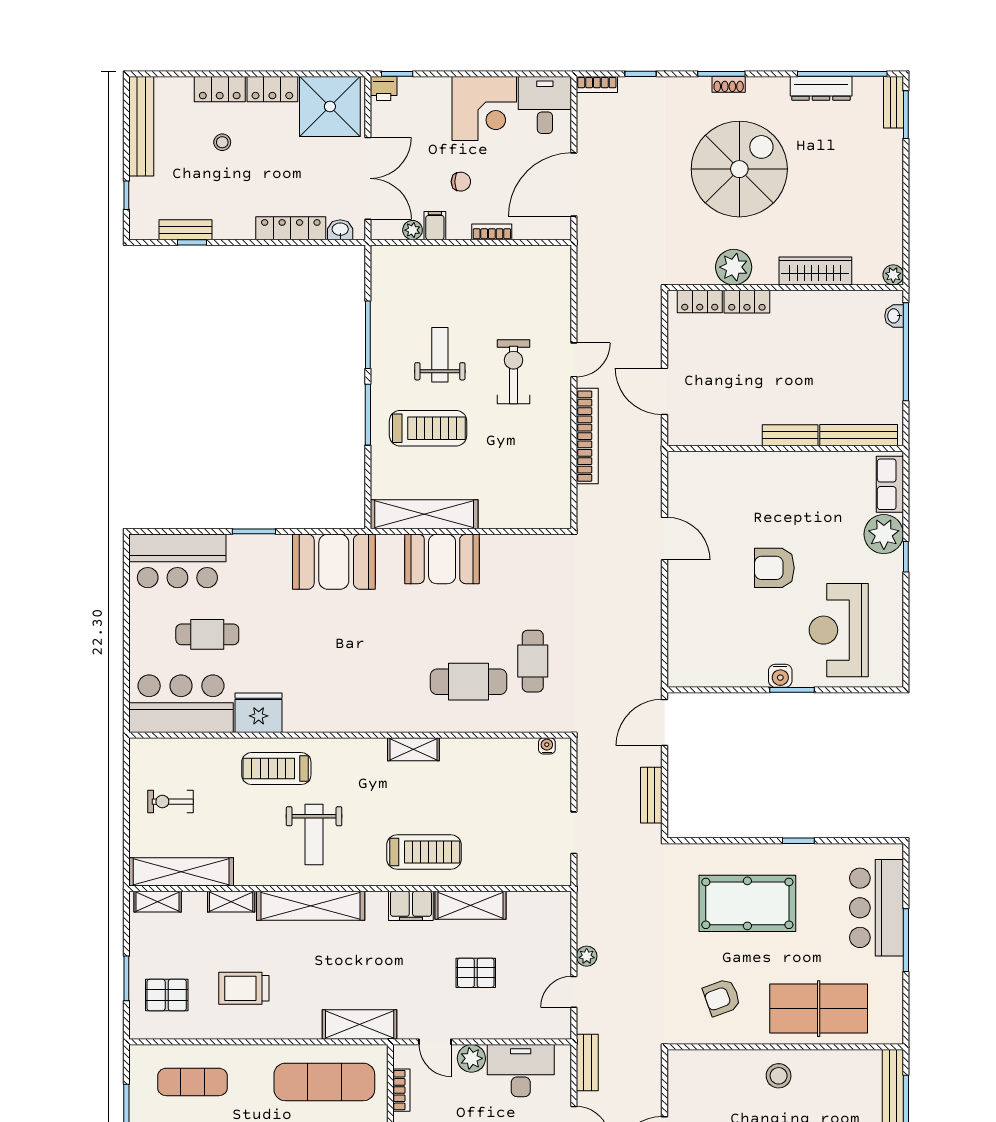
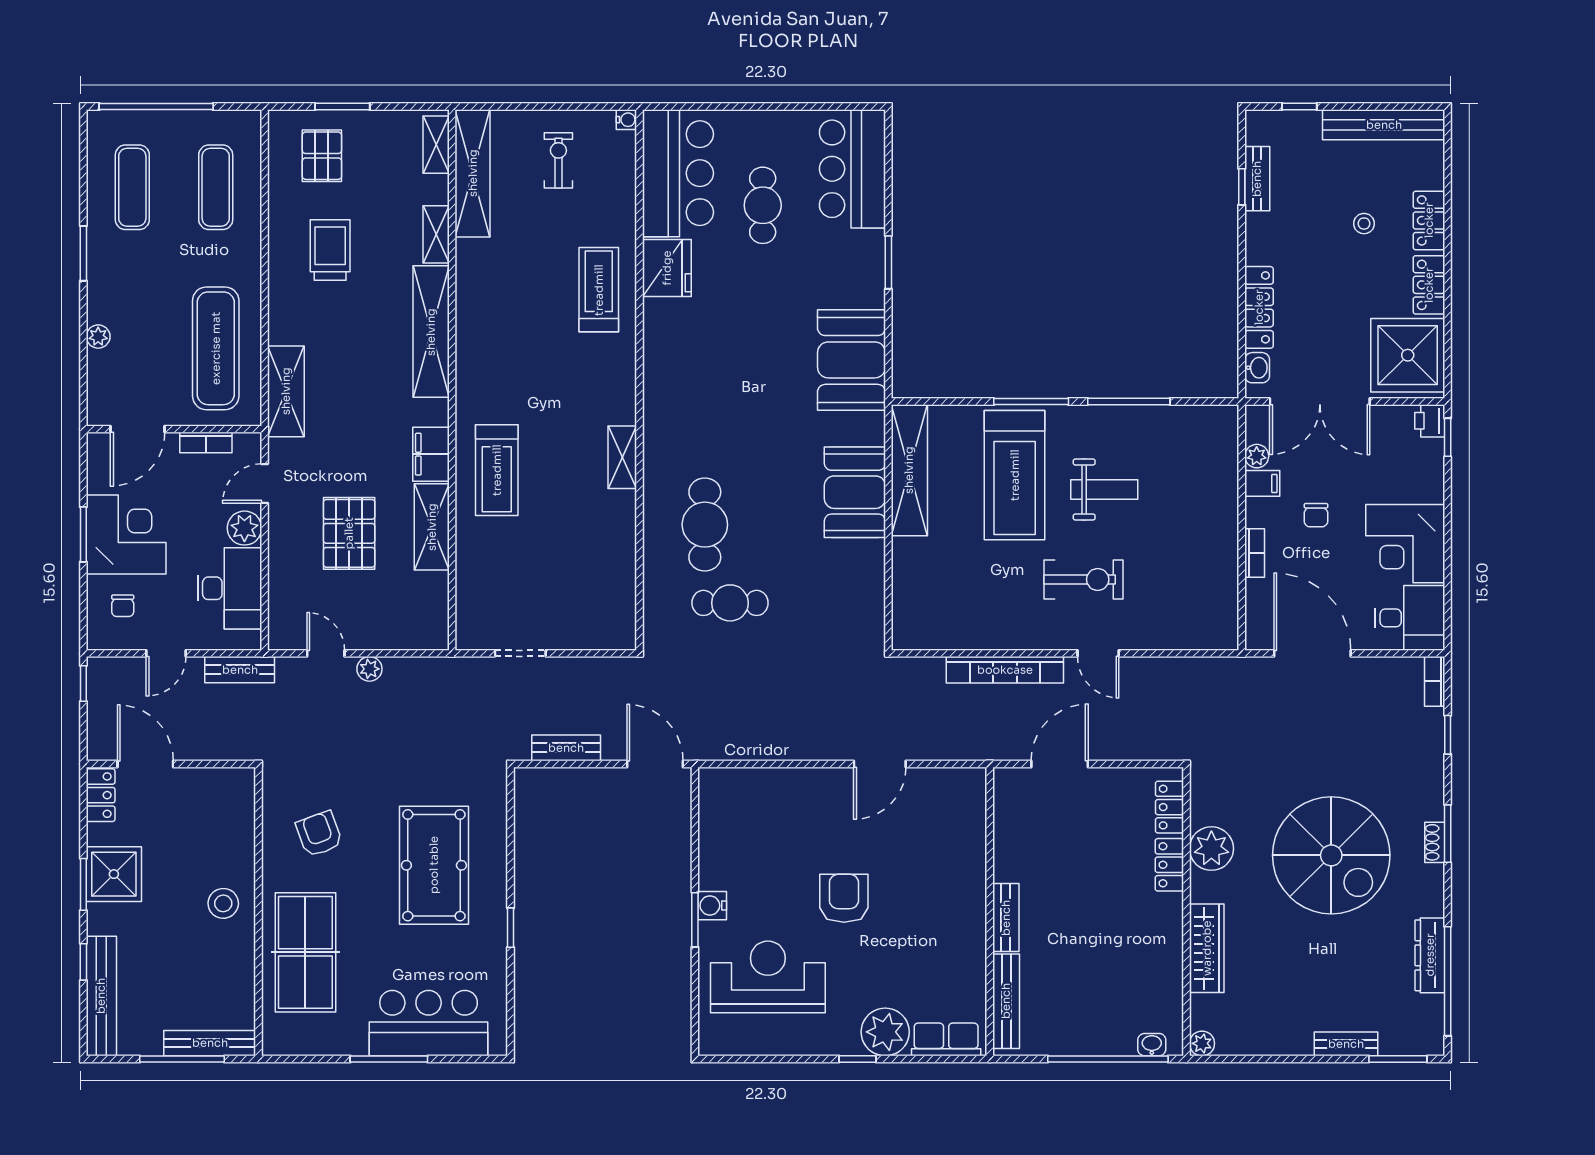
bench: (893, 102) -> (1346, 1044), moved
treadmill: (428, 428) -> (1015, 475), width x1.37, depth x1.38
water cooler: (547, 746) -> (626, 120), moved
weight bench: (314, 834) -> (518, 336), removed
pallet: (476, 973) -> (349, 533), width x1.50, depth x1.42

